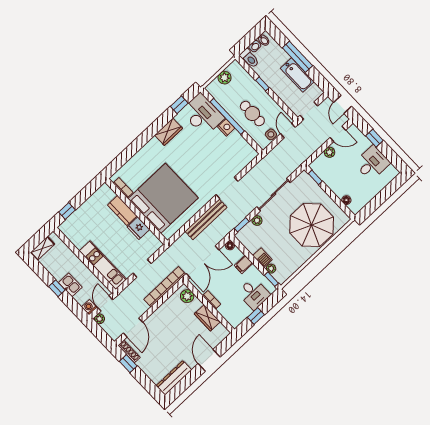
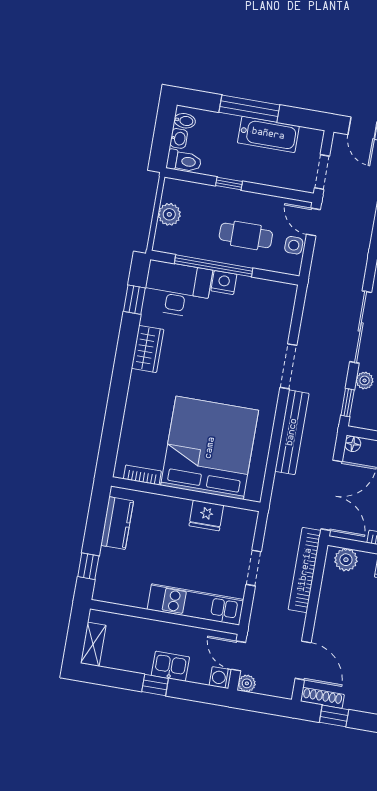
kitchen counter: (122, 210) -> (117, 523), moved, turned -90

